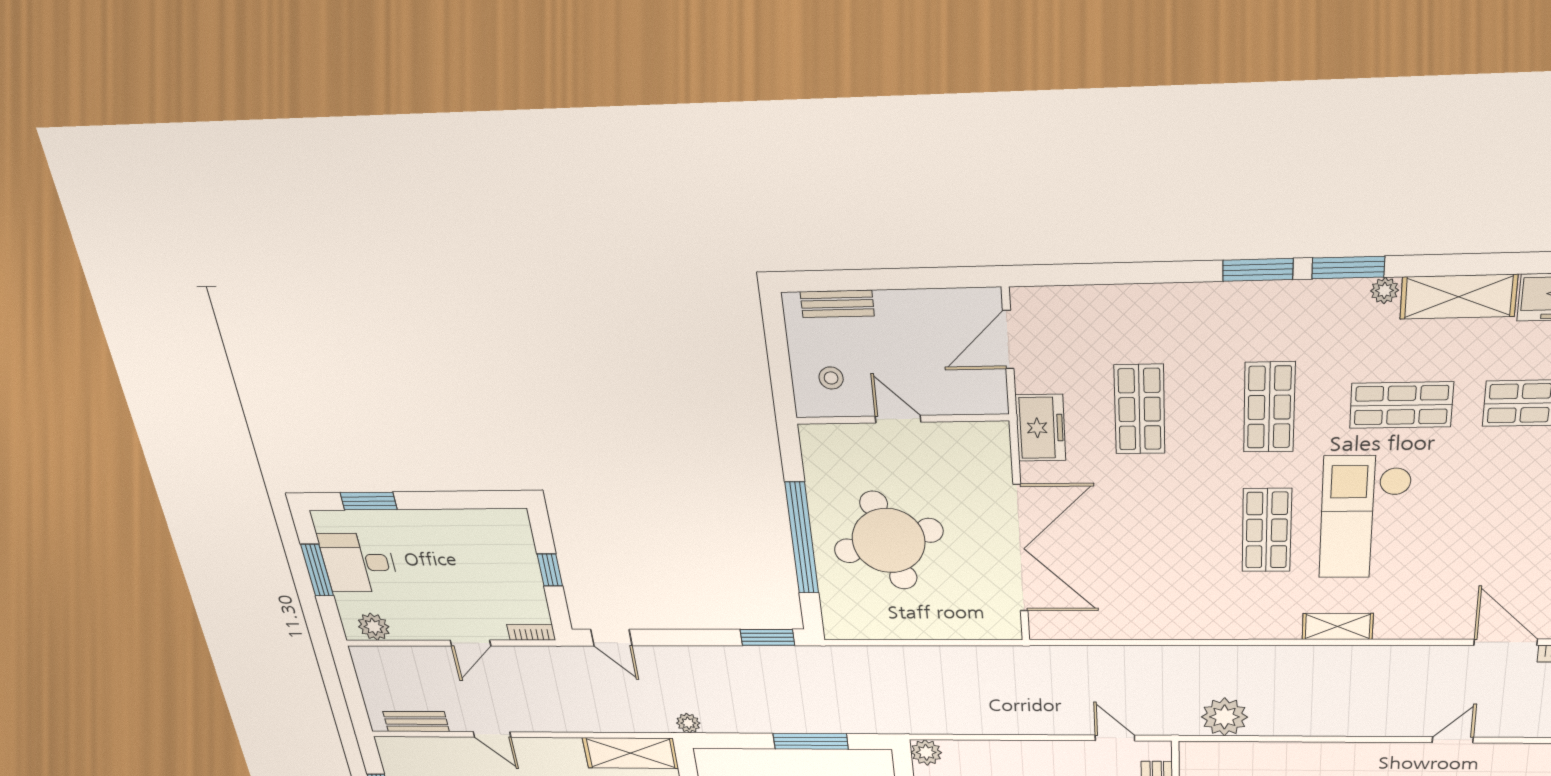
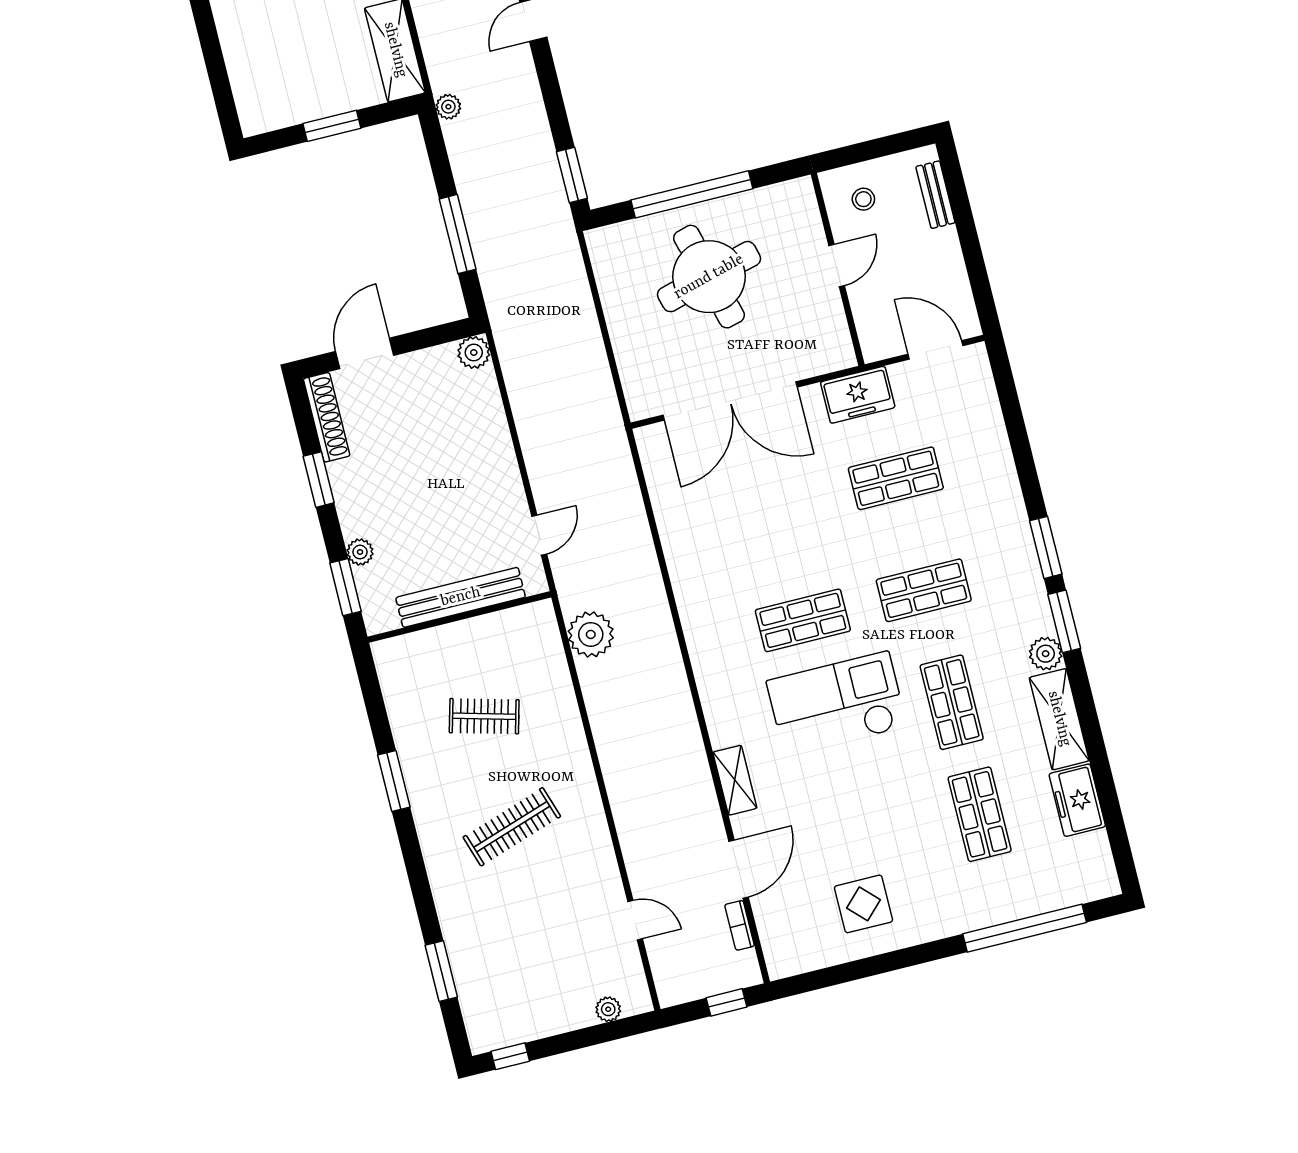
plant: (1385, 291) -> (1046, 654), width x1.38, depth x1.38
shelving: (1338, 626) -> (735, 780), moved
door: (1453, 740) -> (635, 920), moved

